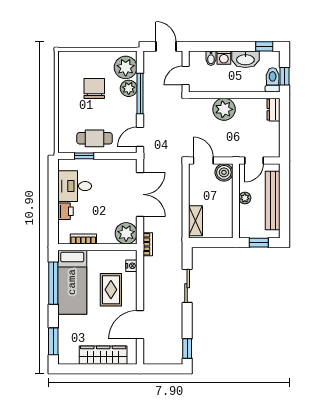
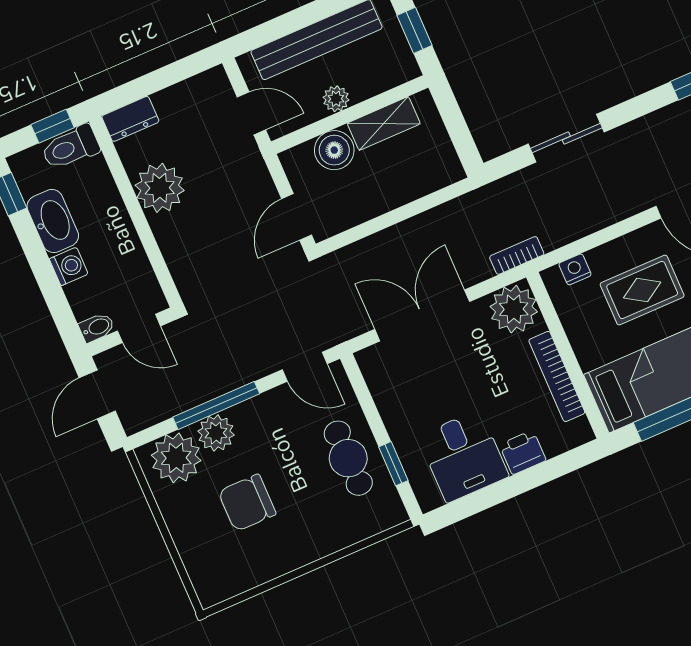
bidet: (211, 58) -> (97, 327), moved
plant: (224, 109) -> (160, 188), moved
boiler: (224, 172) -> (334, 150), moved
shelving: (195, 221) -> (384, 123), moved
bookcase: (83, 239) -> (557, 376), width x1.56

